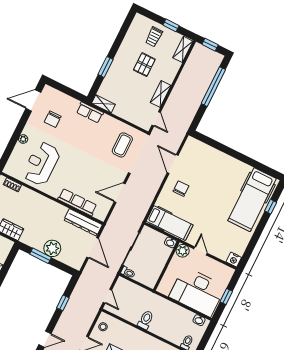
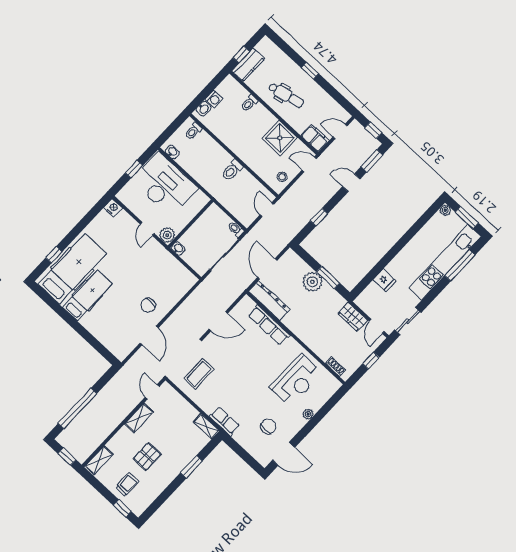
window: (171, 25) -> (122, 508), moved
hospital bed: (170, 223) -> (87, 296), moved, turned 90

